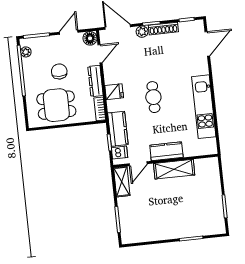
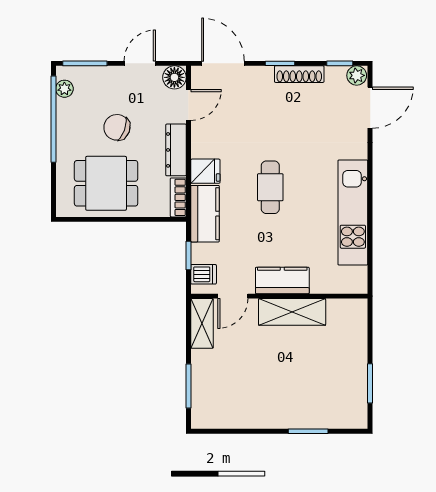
plant: (142, 32) -> (357, 75), moved
chair: (59, 71) -> (117, 127), turned -70
kitchen counter: (118, 129) -> (205, 214), moved

